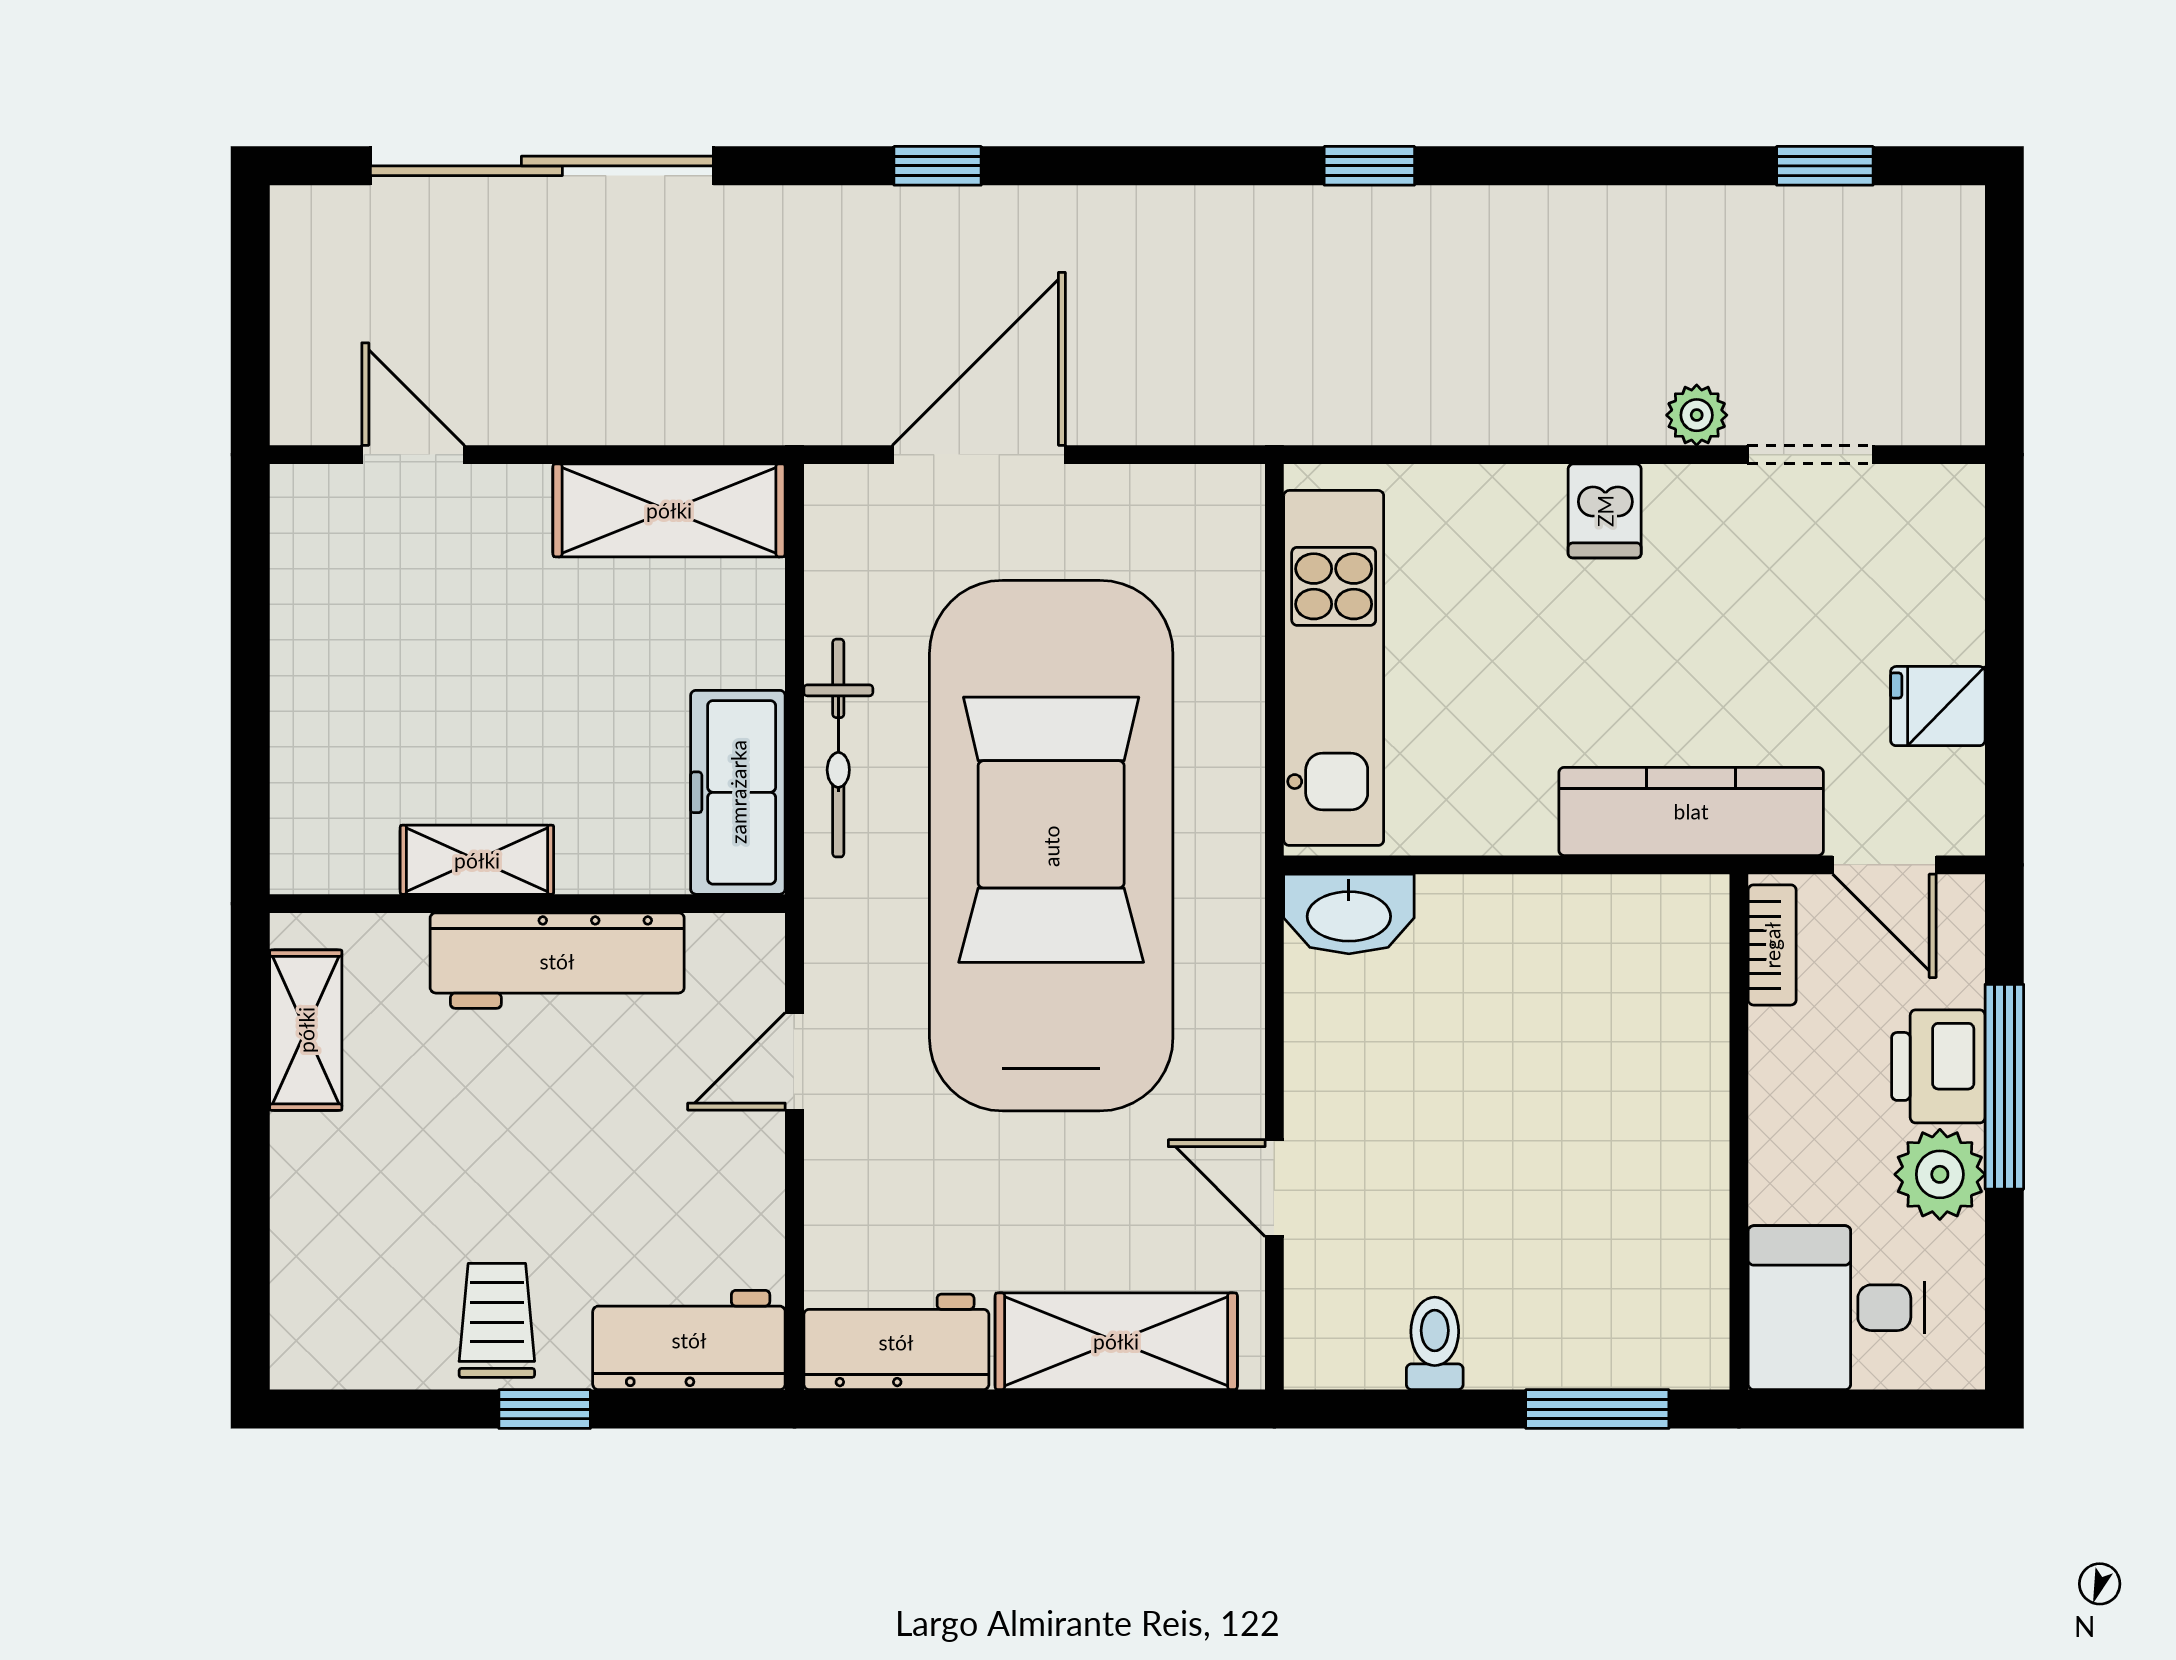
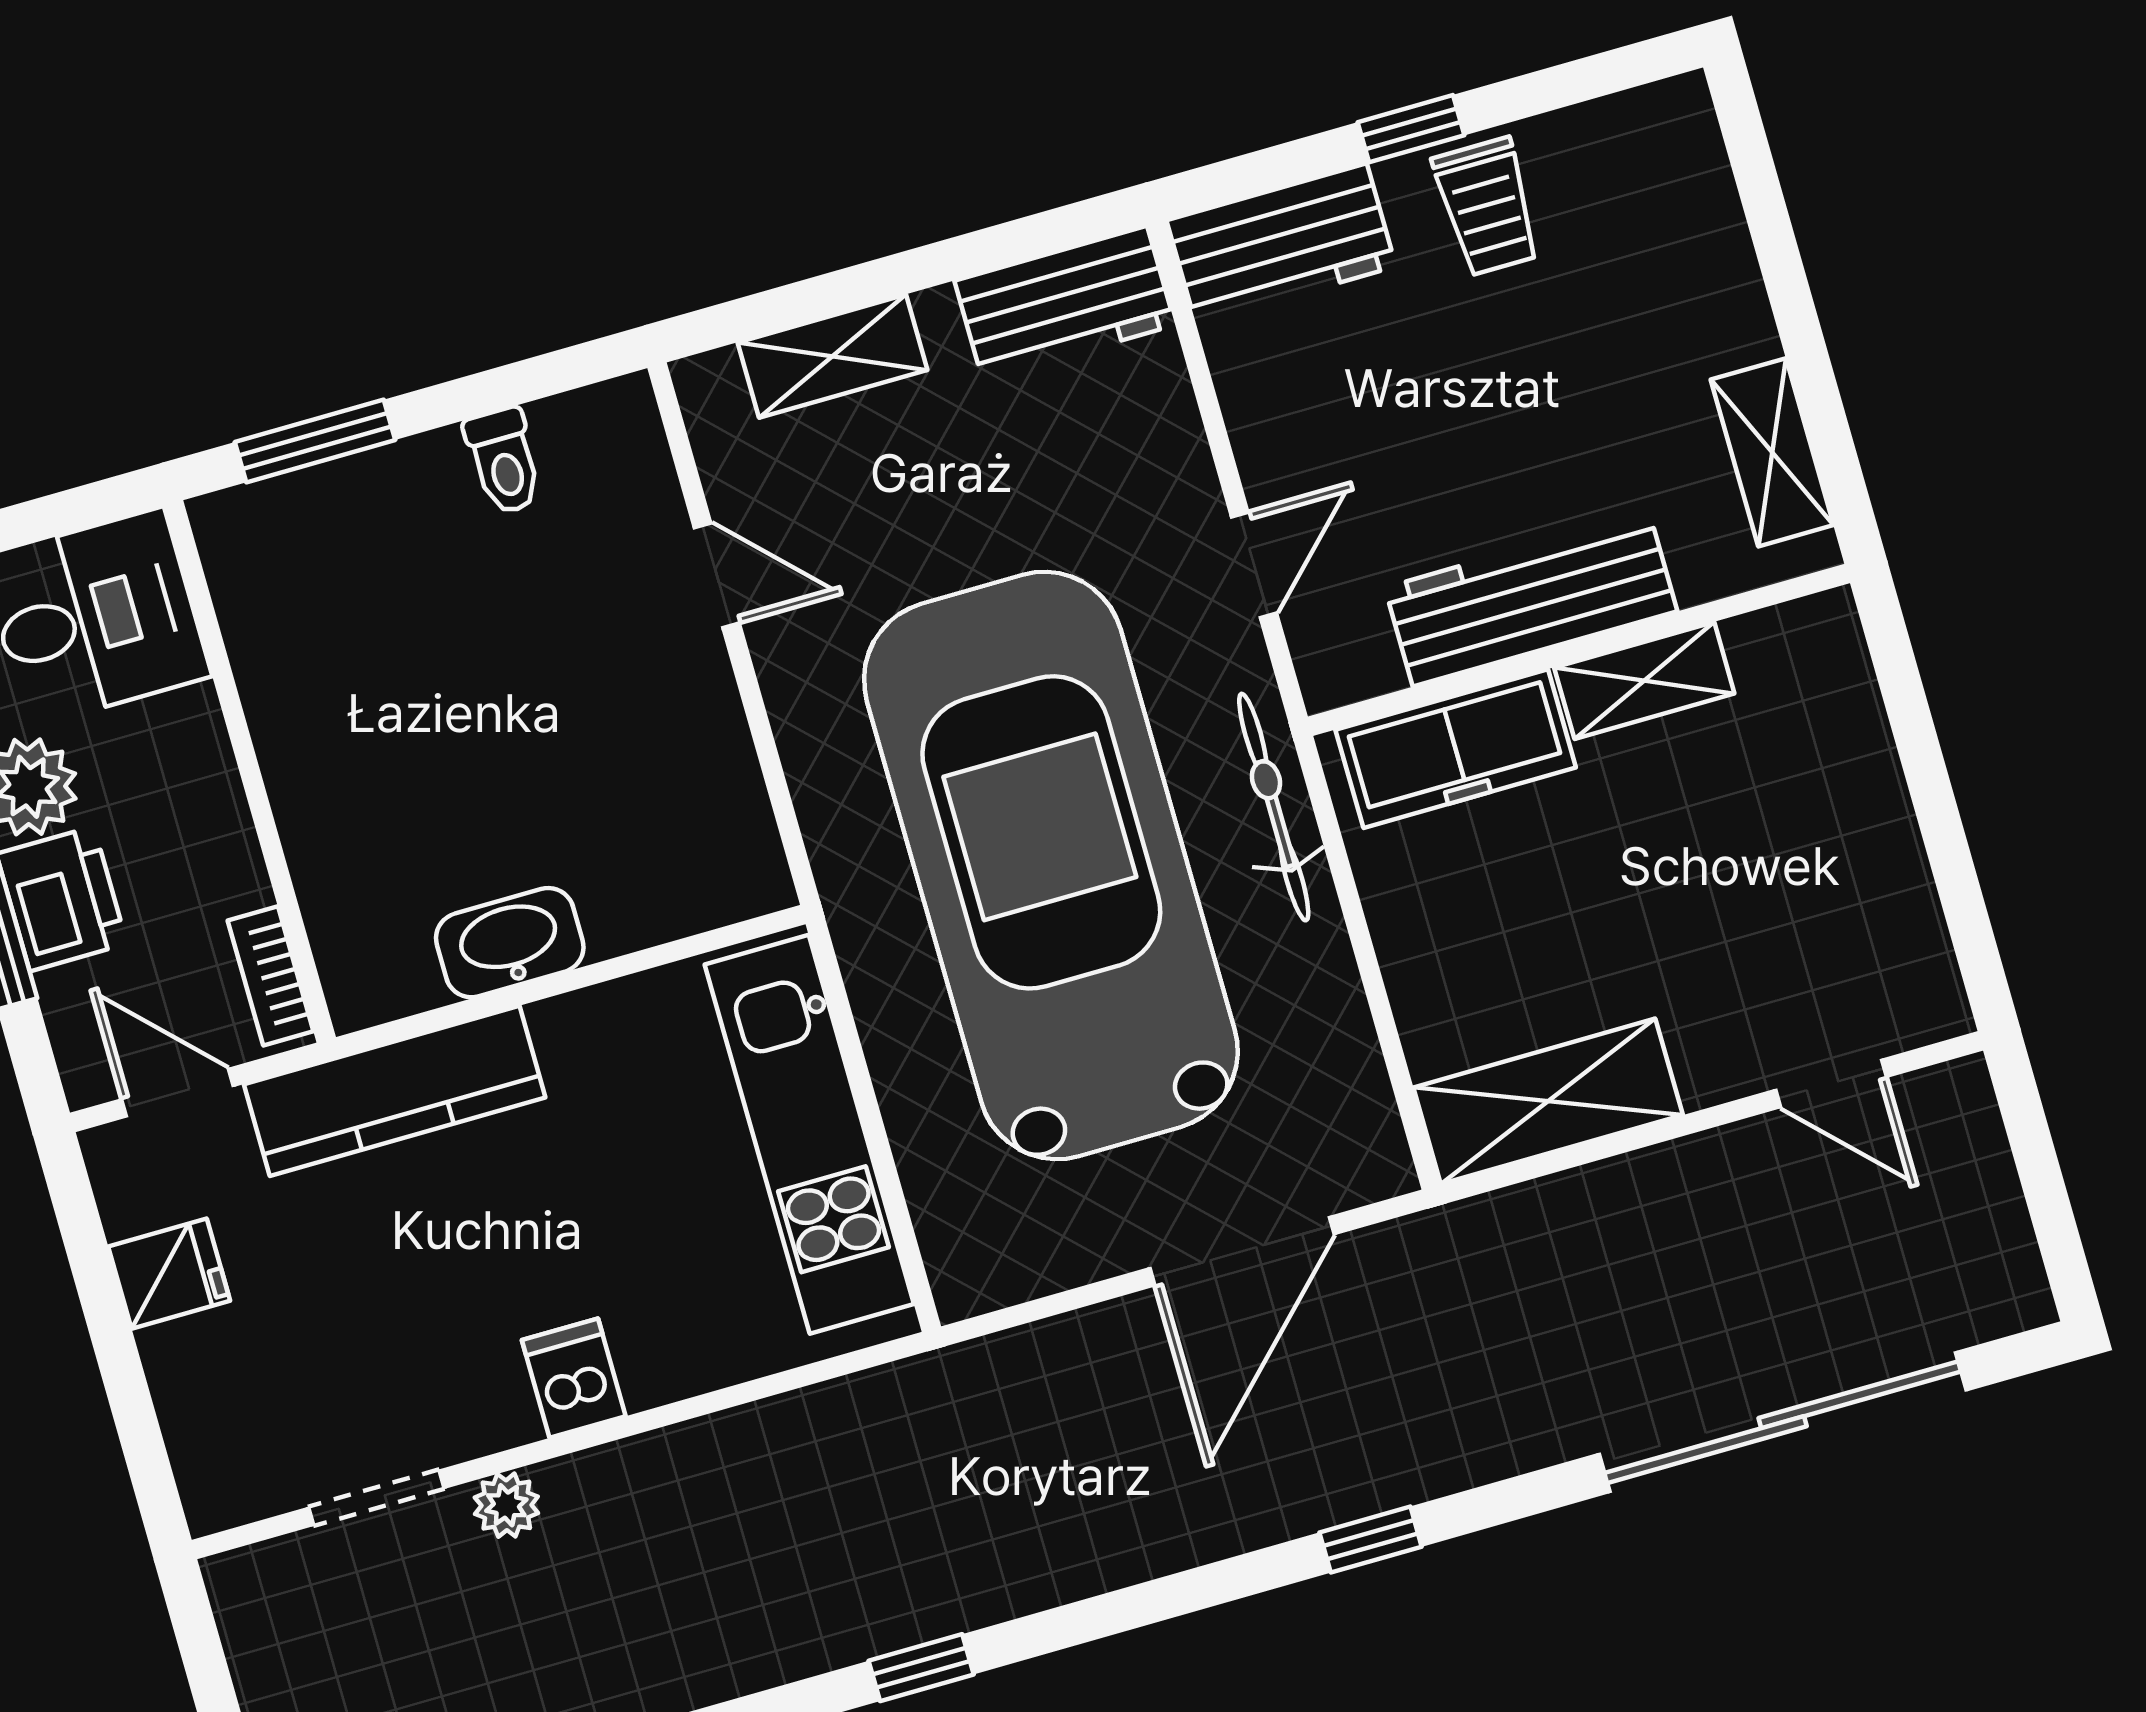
bicycle: (838, 748) -> (1274, 807), moved
freezer: (738, 792) -> (1456, 749), moved, turned 90
car: (1051, 846) -> (1051, 866), turned 180
washbasin: (1349, 914) -> (510, 943), moved
shelving: (1116, 1341) -> (832, 356), width x0.67, depth x0.75

